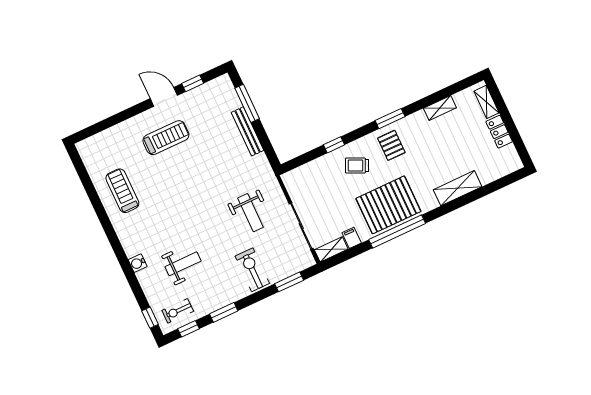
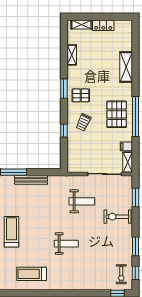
pallet: (388, 205) -> (117, 114), width x0.73, depth x0.71
water cooler: (138, 263) -> (80, 285), removed
weight bench: (183, 264) -> (66, 244), moved, turned 90

